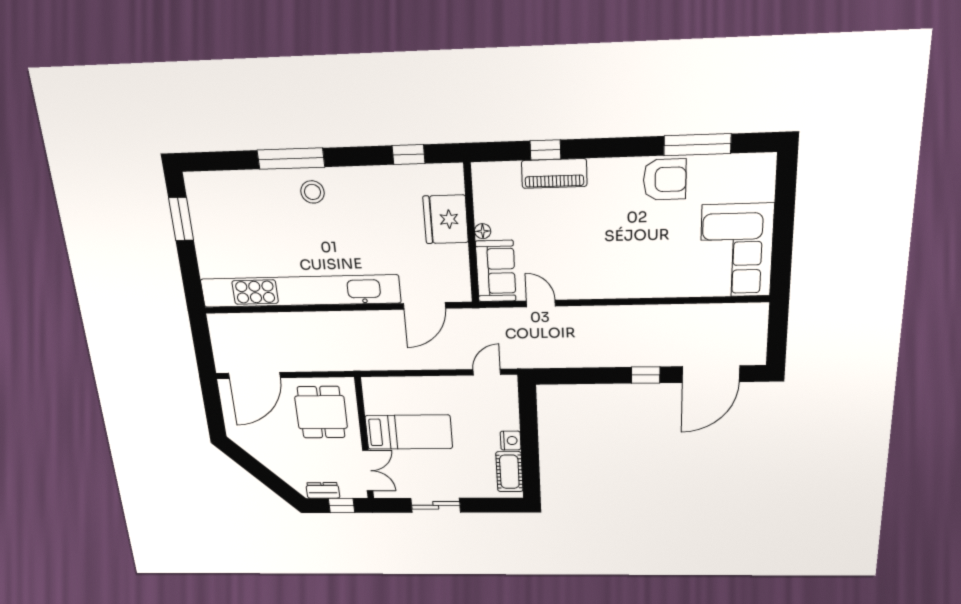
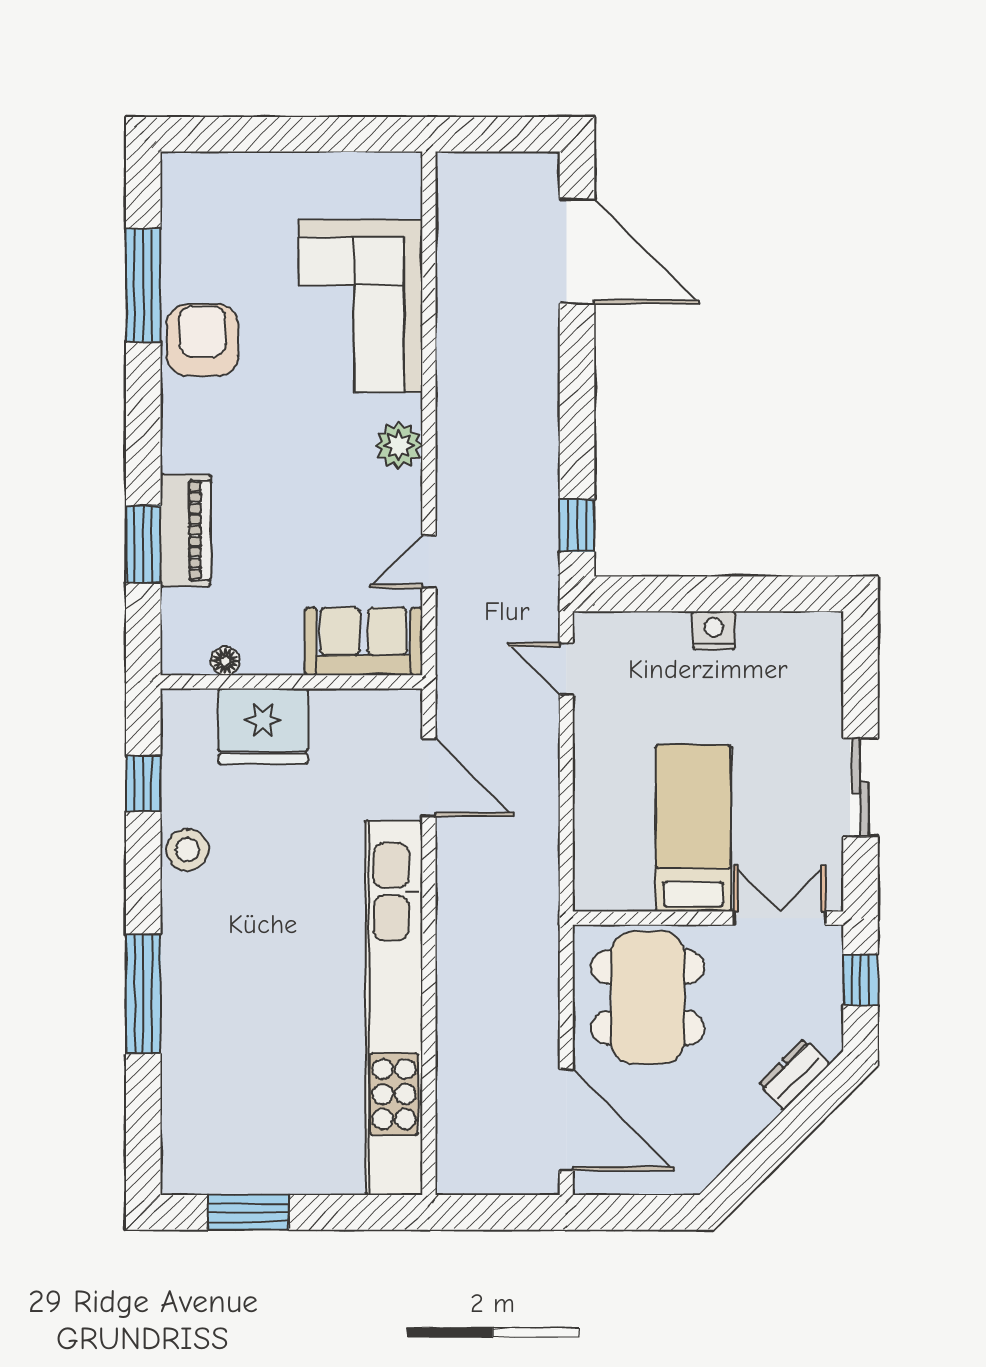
window: (545, 150) -> (143, 544), width x1.50
stool: (312, 192) -> (187, 850), moved
floor lamp: (483, 231) -> (225, 661), moved
corner sofa: (736, 251) -> (361, 306), moved, turned 90
plant: (605, 287) -> (399, 445), added
window: (646, 375) -> (577, 526), moved
dining table: (321, 412) -> (648, 998), width x1.37
cot: (509, 472) -> (784, 636), removed
dresser: (323, 490) -> (794, 1074), moved, turned 45

